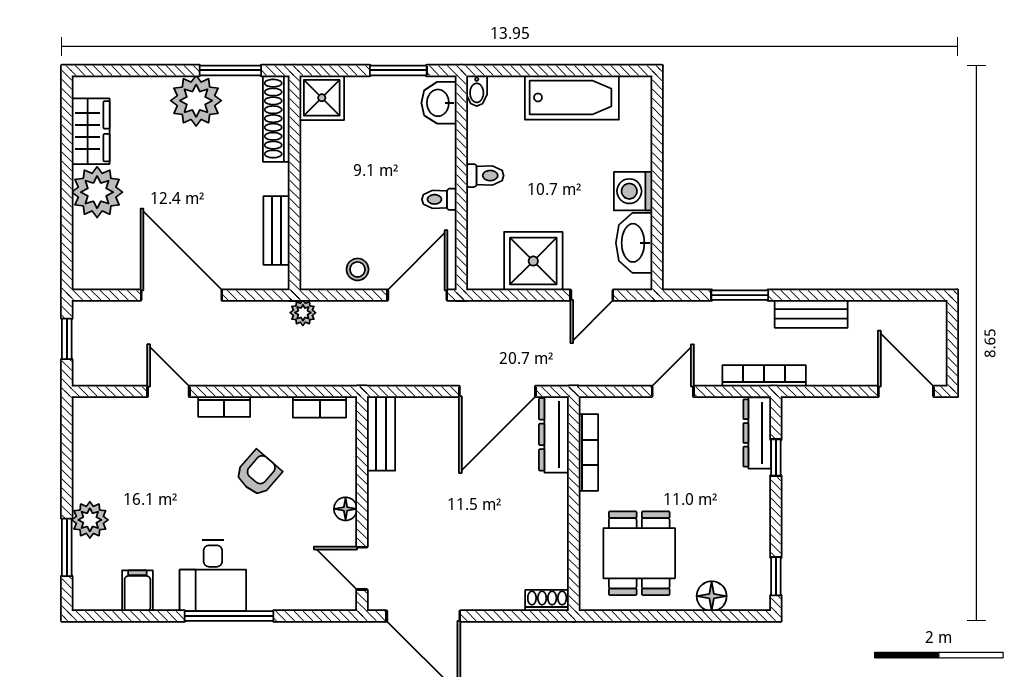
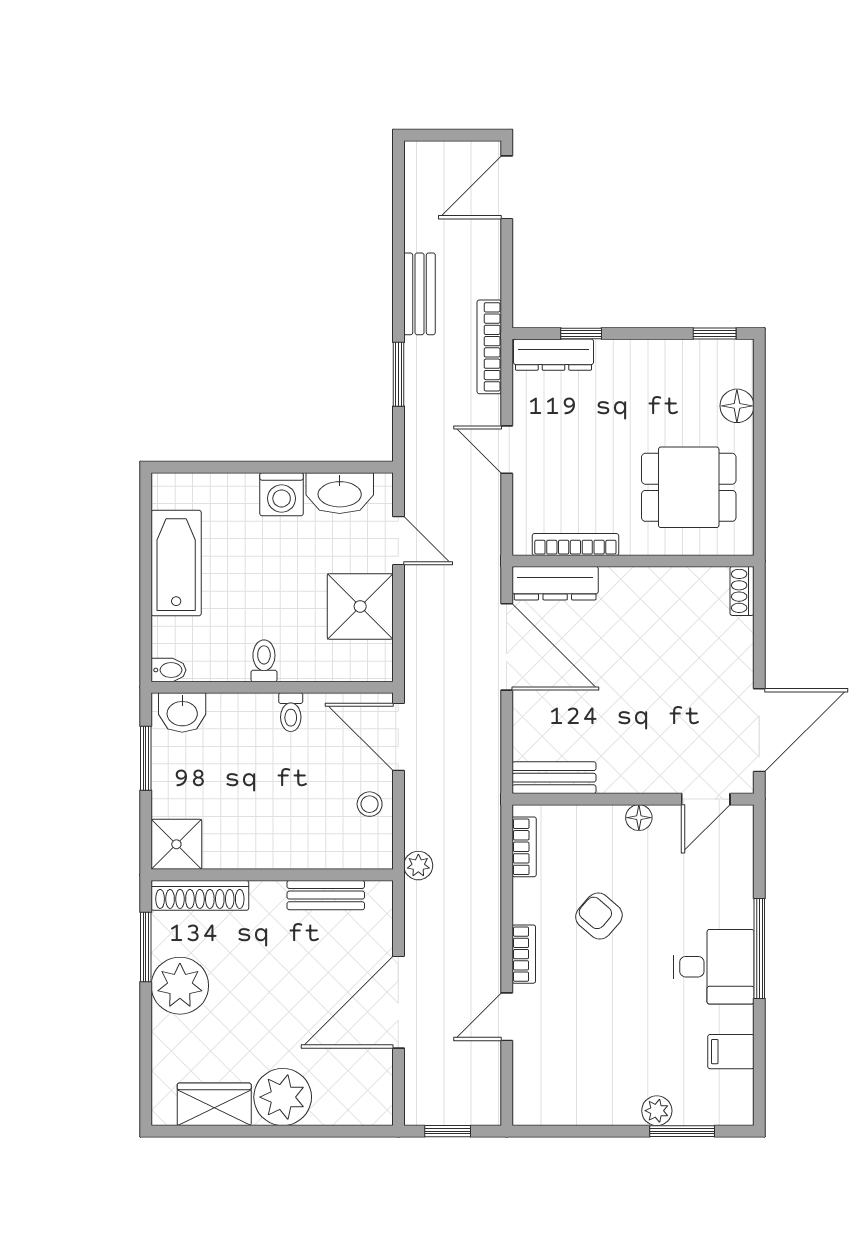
plant: (90, 520) -> (657, 1111), width x0.73, depth x0.73

